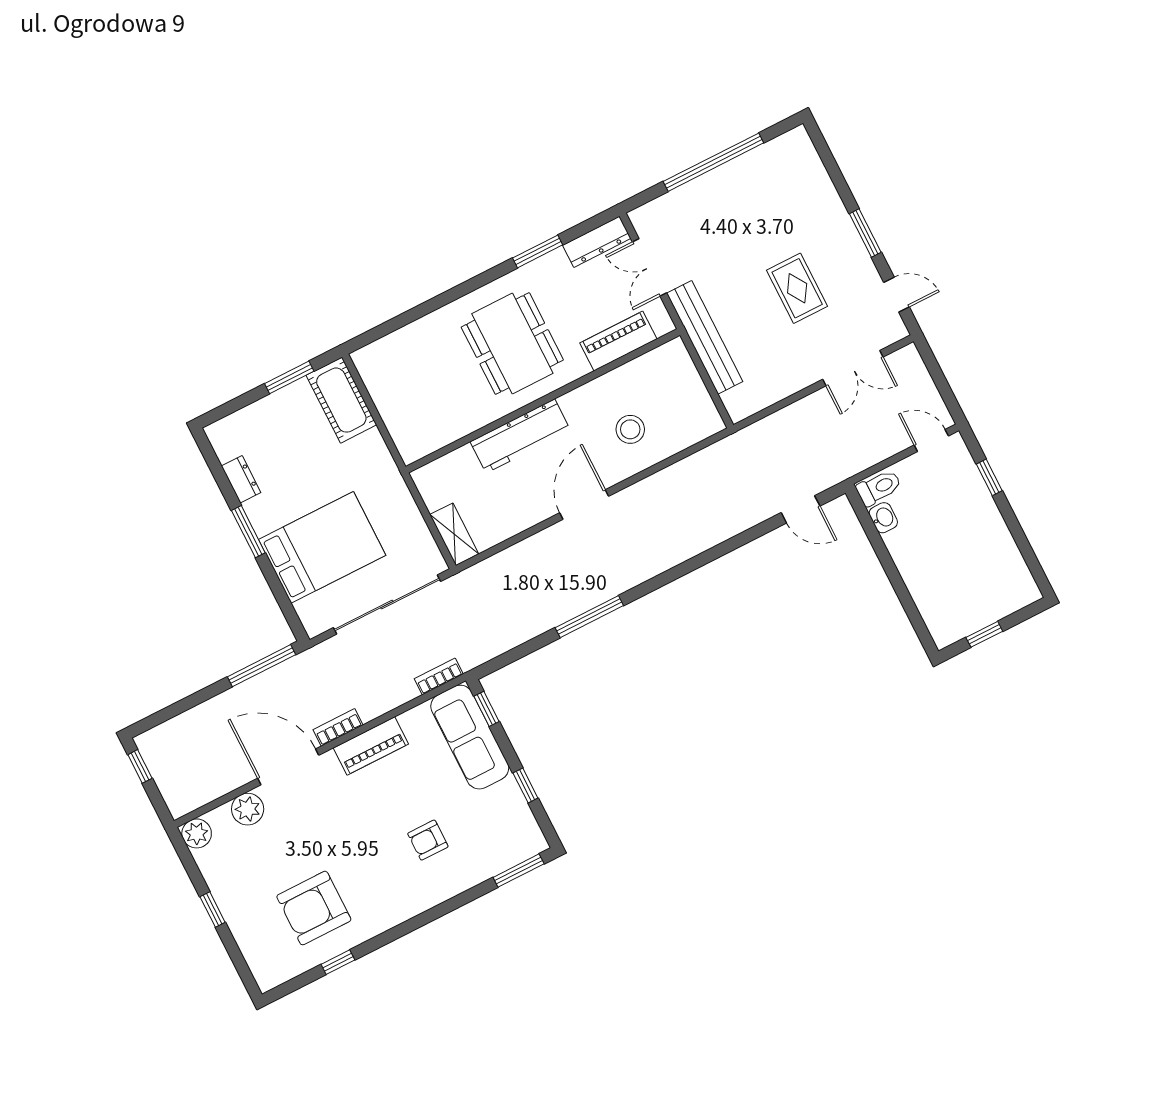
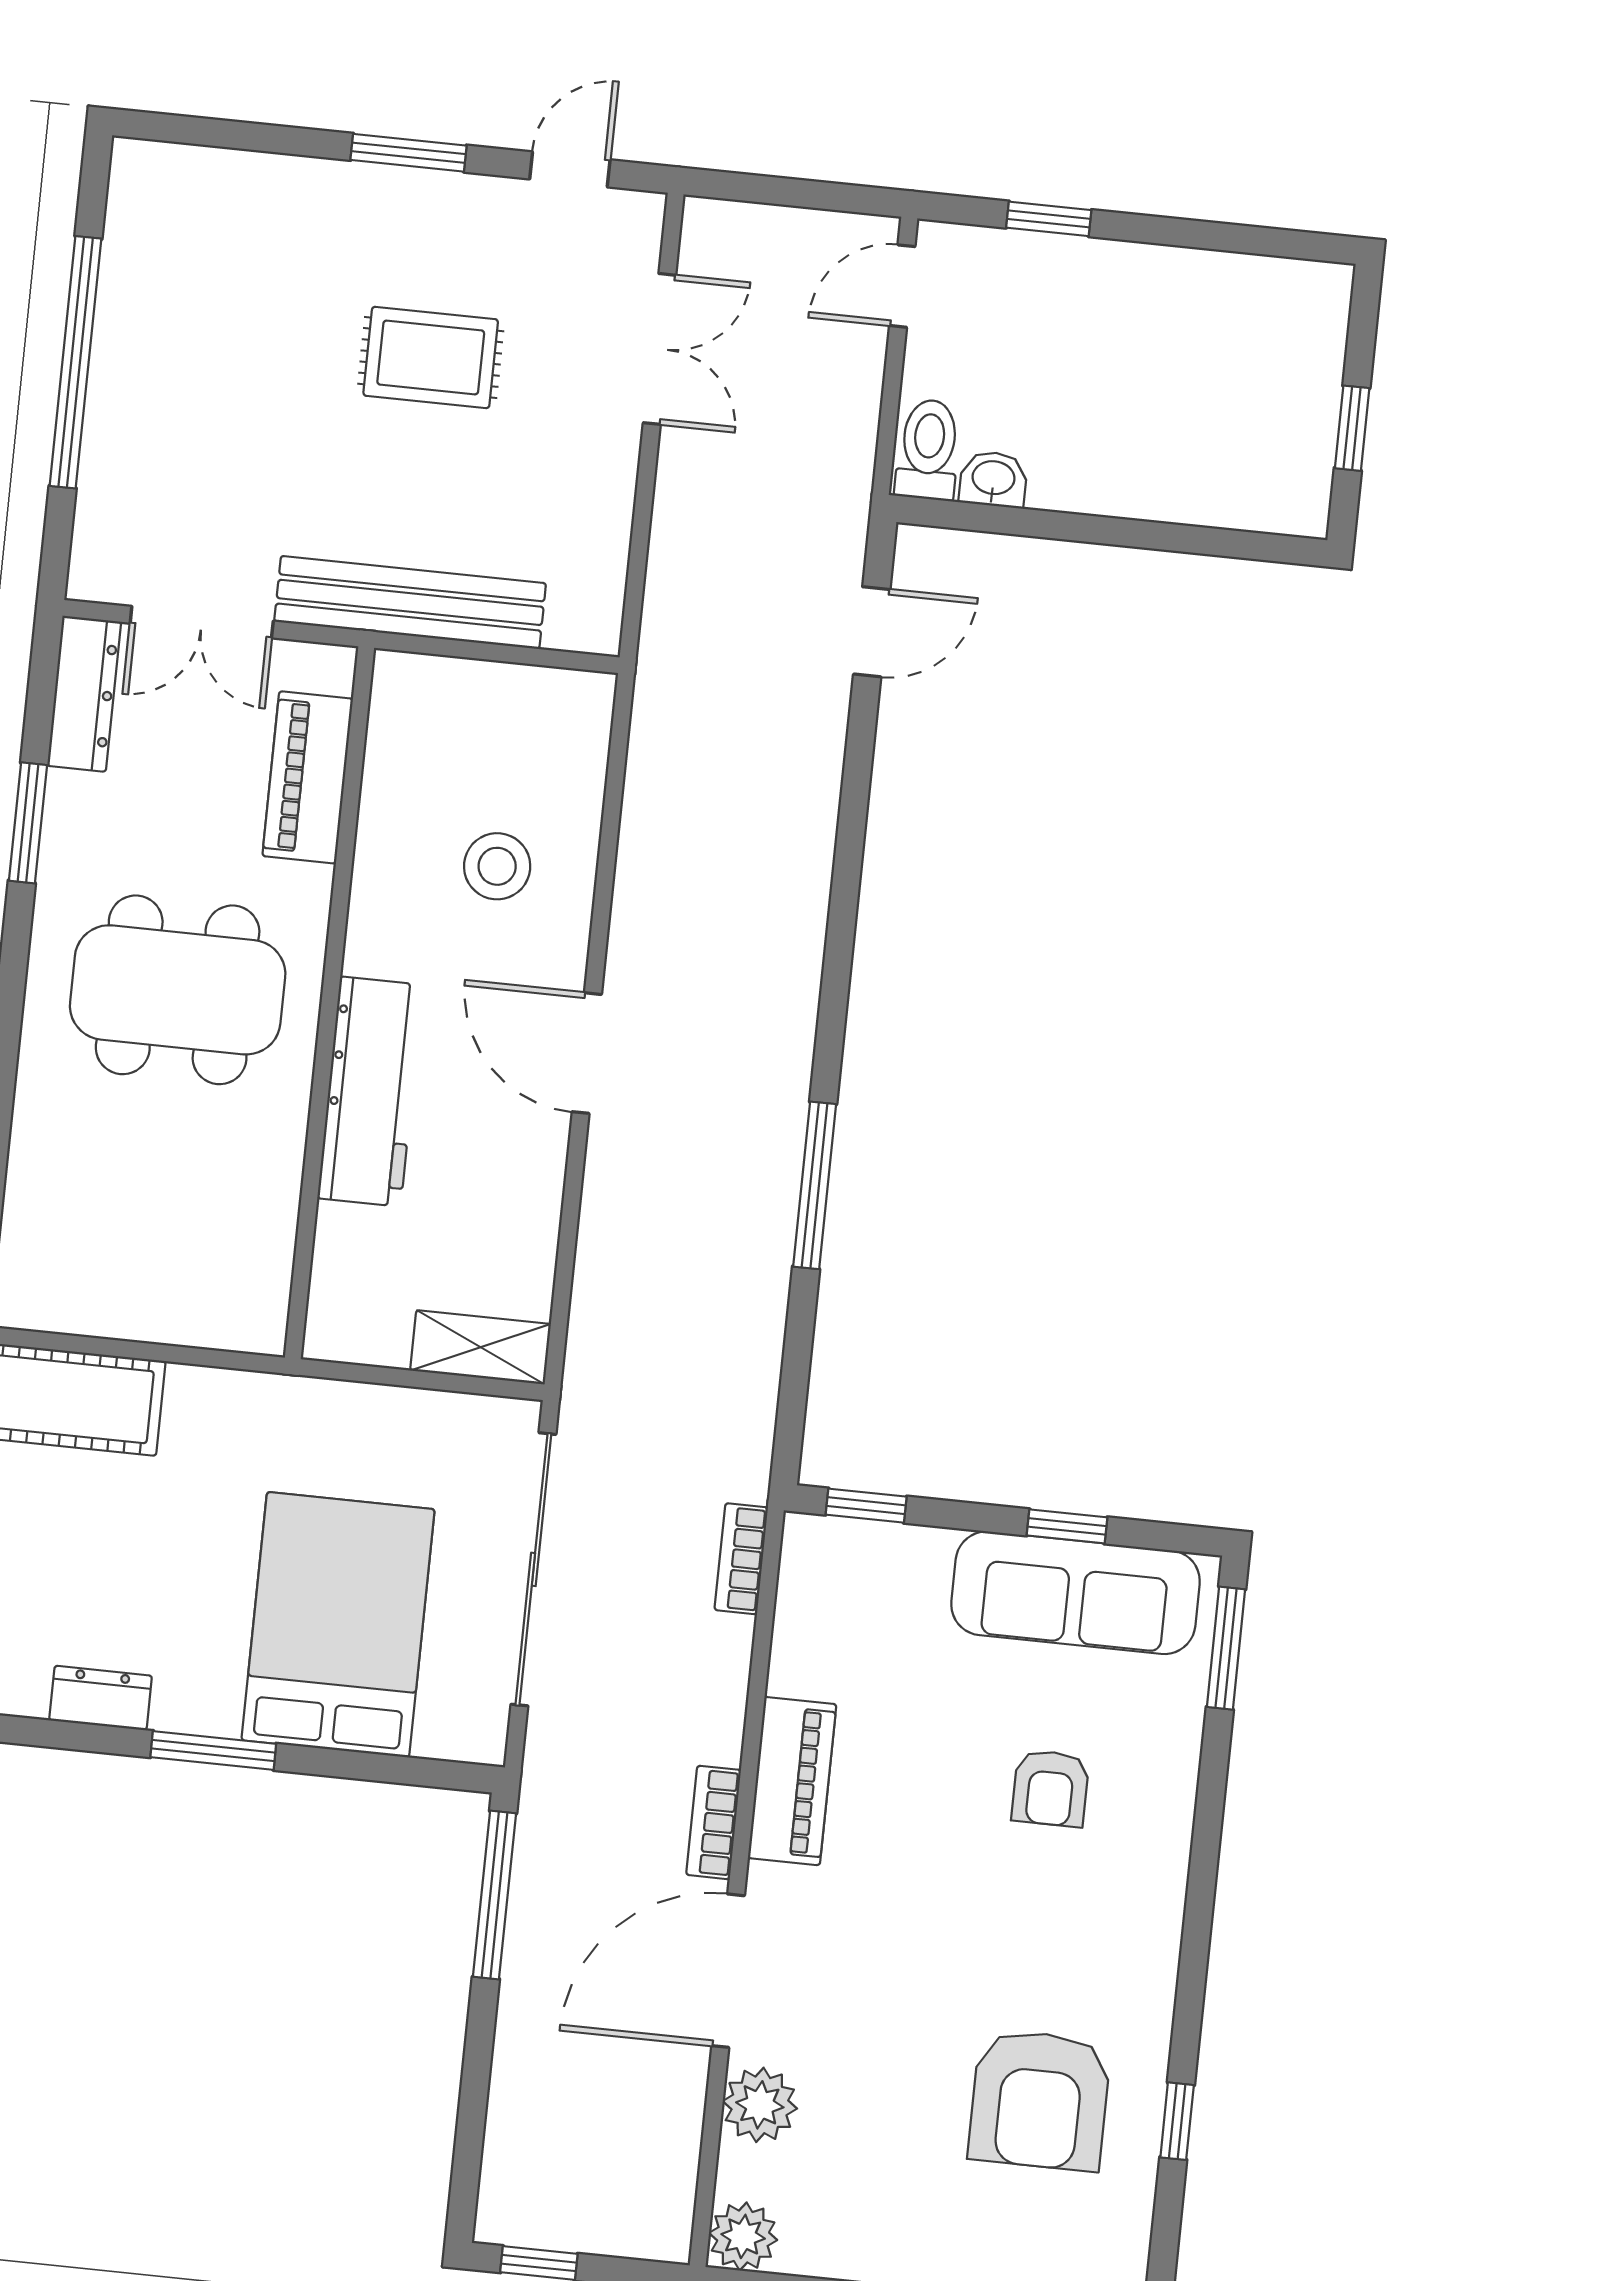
sofa: (470, 737) -> (1075, 1593), moved

